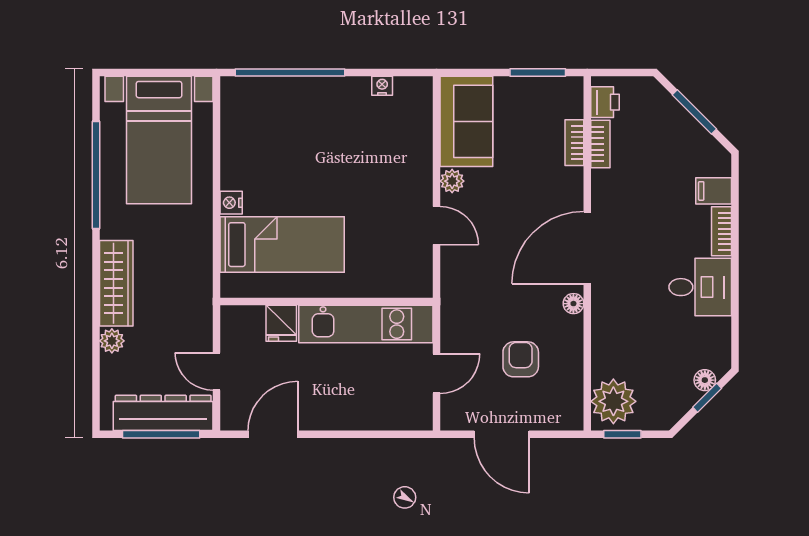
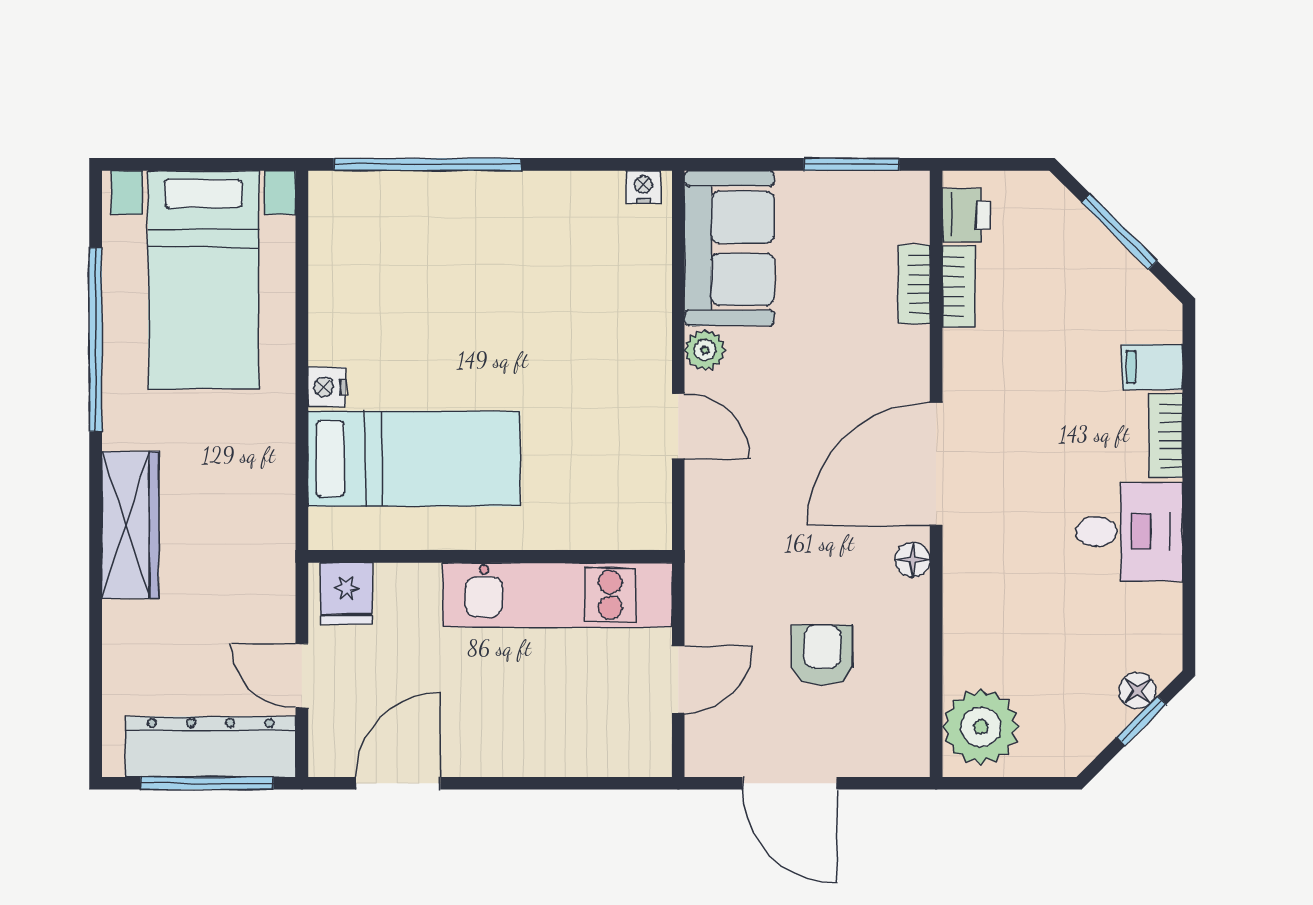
nightstand: (382, 86) -> (643, 187), moved
fridge: (281, 323) -> (346, 593), moved
plant: (112, 341) -> (123, 623), removed
window: (622, 434) -> (996, 783), removed

